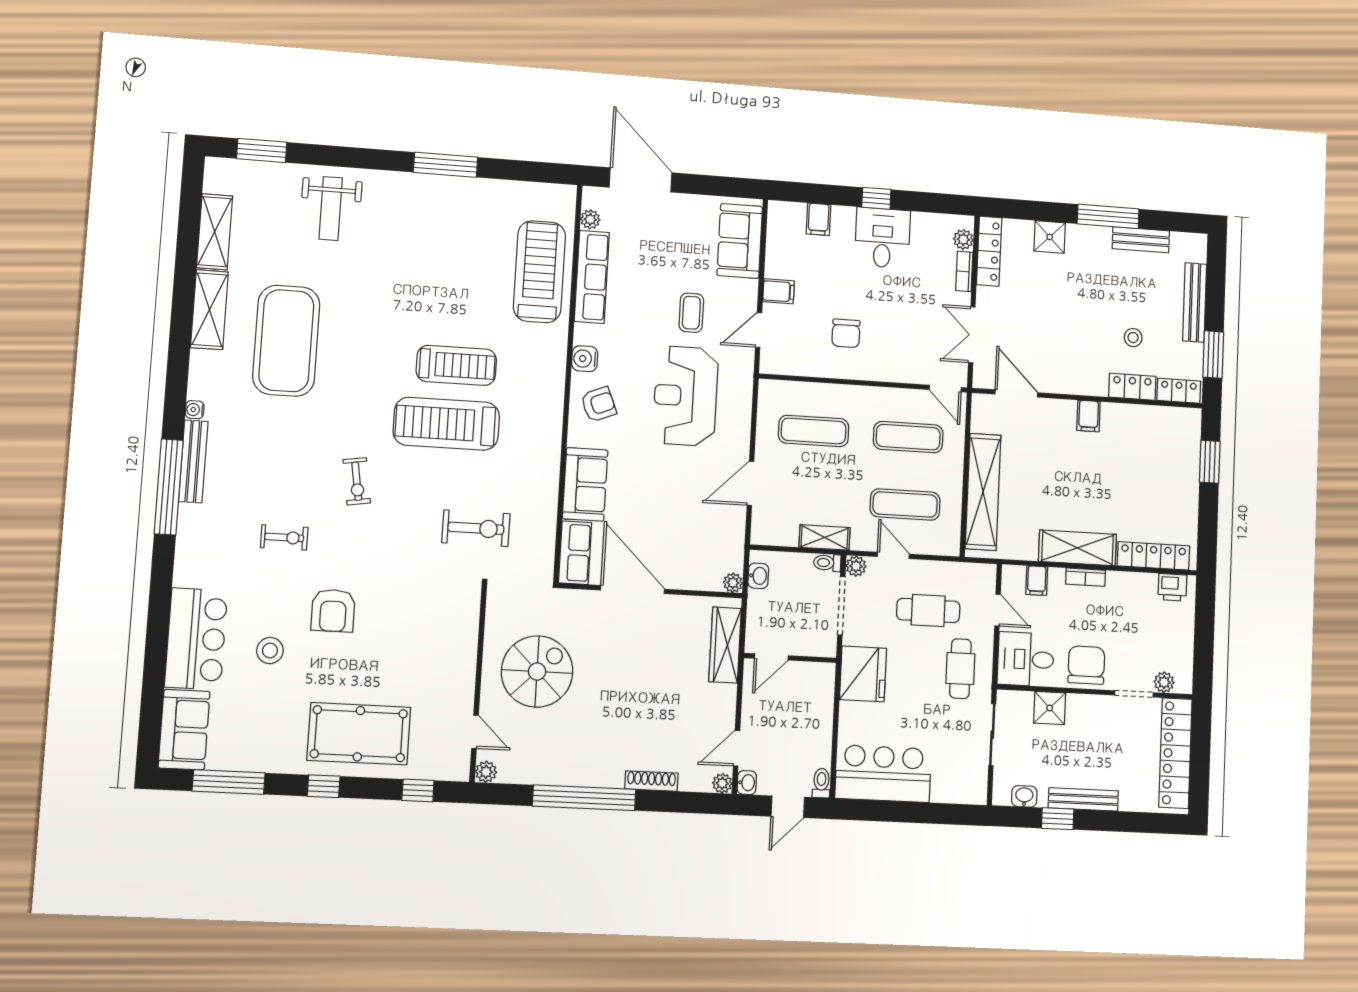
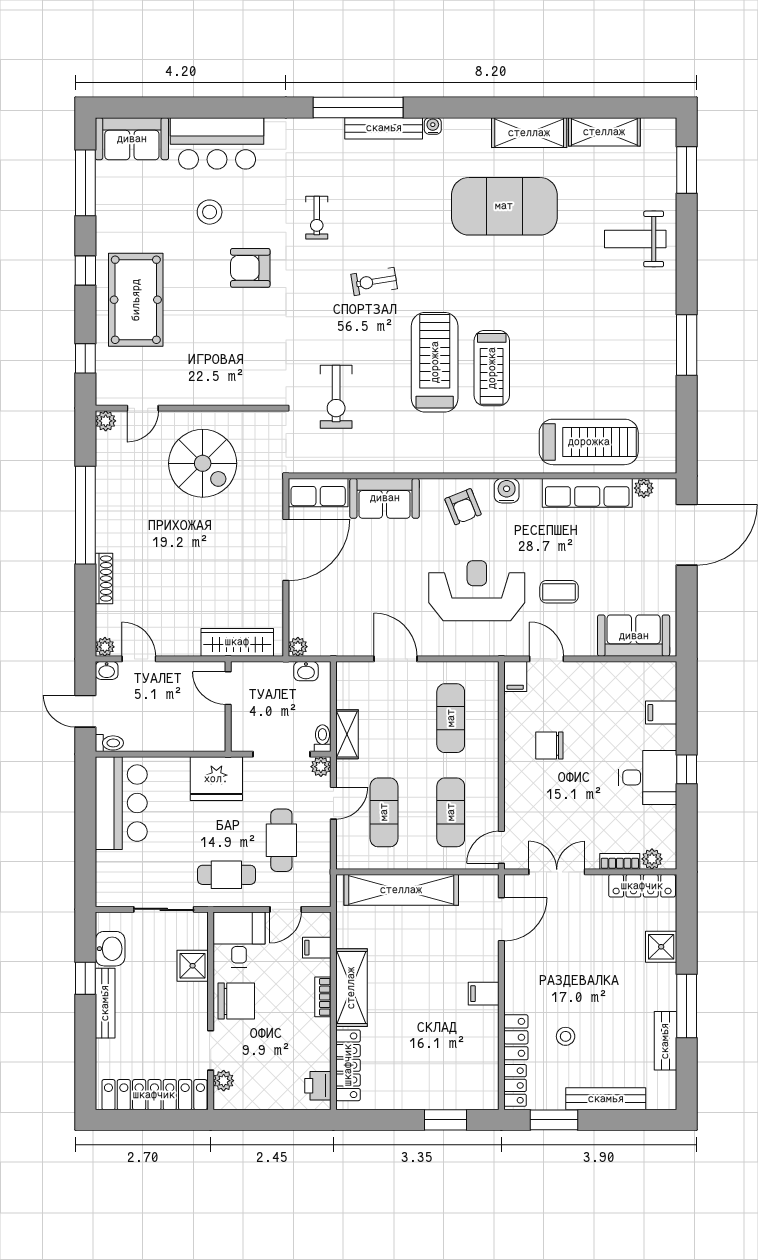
filing cabinet: (779, 291) -> (515, 676), moved
washbasin: (1024, 796) -> (110, 949), width x1.38, depth x1.45

